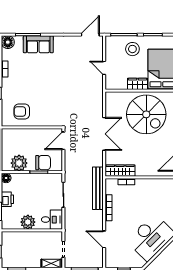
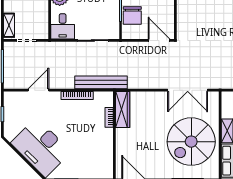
double door: (104, 134) -> (188, 90), moved

